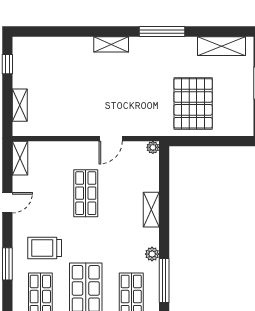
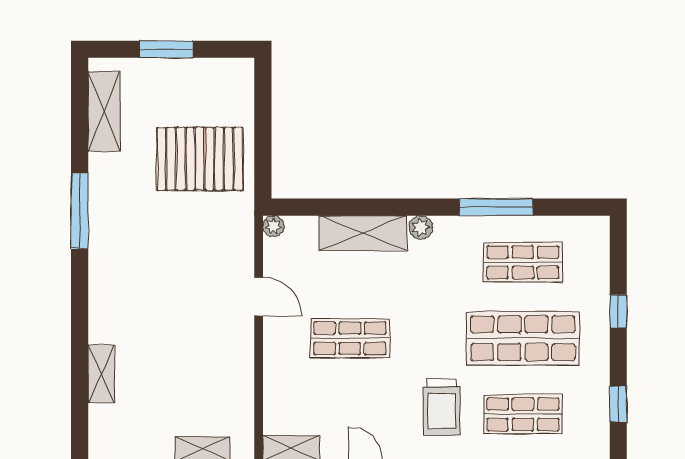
shelving: (111, 44) -> (101, 374), moved
shelving: (151, 210) -> (363, 233), width x1.50, depth x1.33
plant: (152, 254) -> (421, 227), moved

